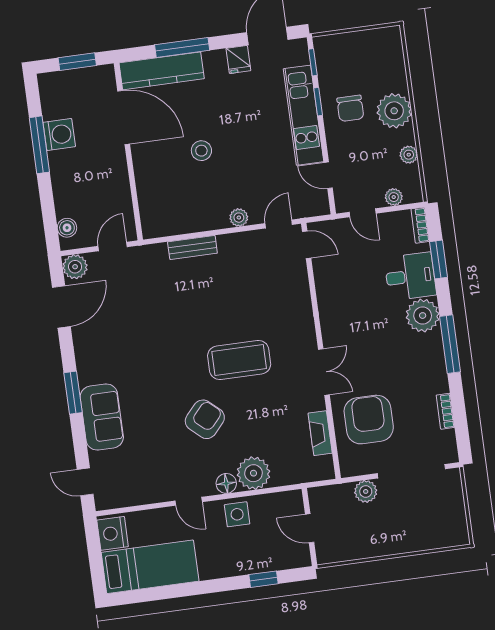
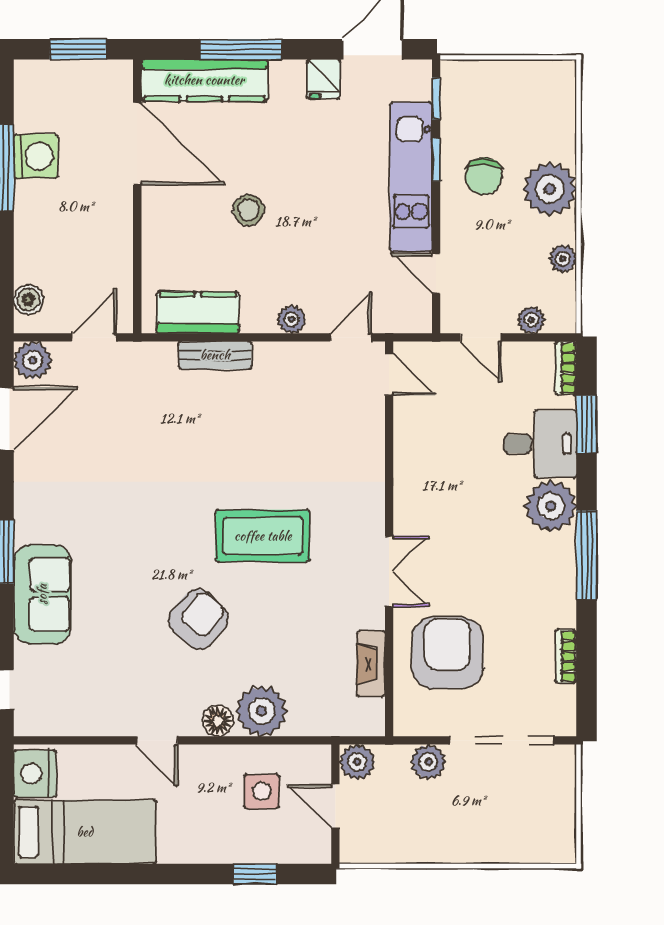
kitchen counter: (178, 221) -> (198, 313), added
plant: (320, 498) -> (357, 762), added
side table: (237, 514) -> (262, 791), moved

